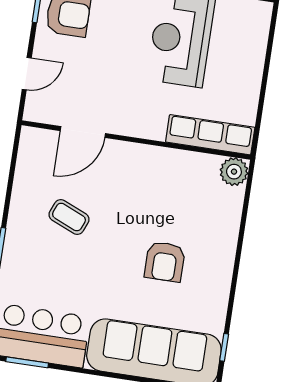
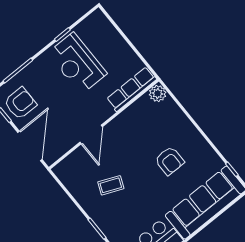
door: (27, 74) -> (30, 146), width x1.88
door: (83, 132) -> (91, 135), moved

